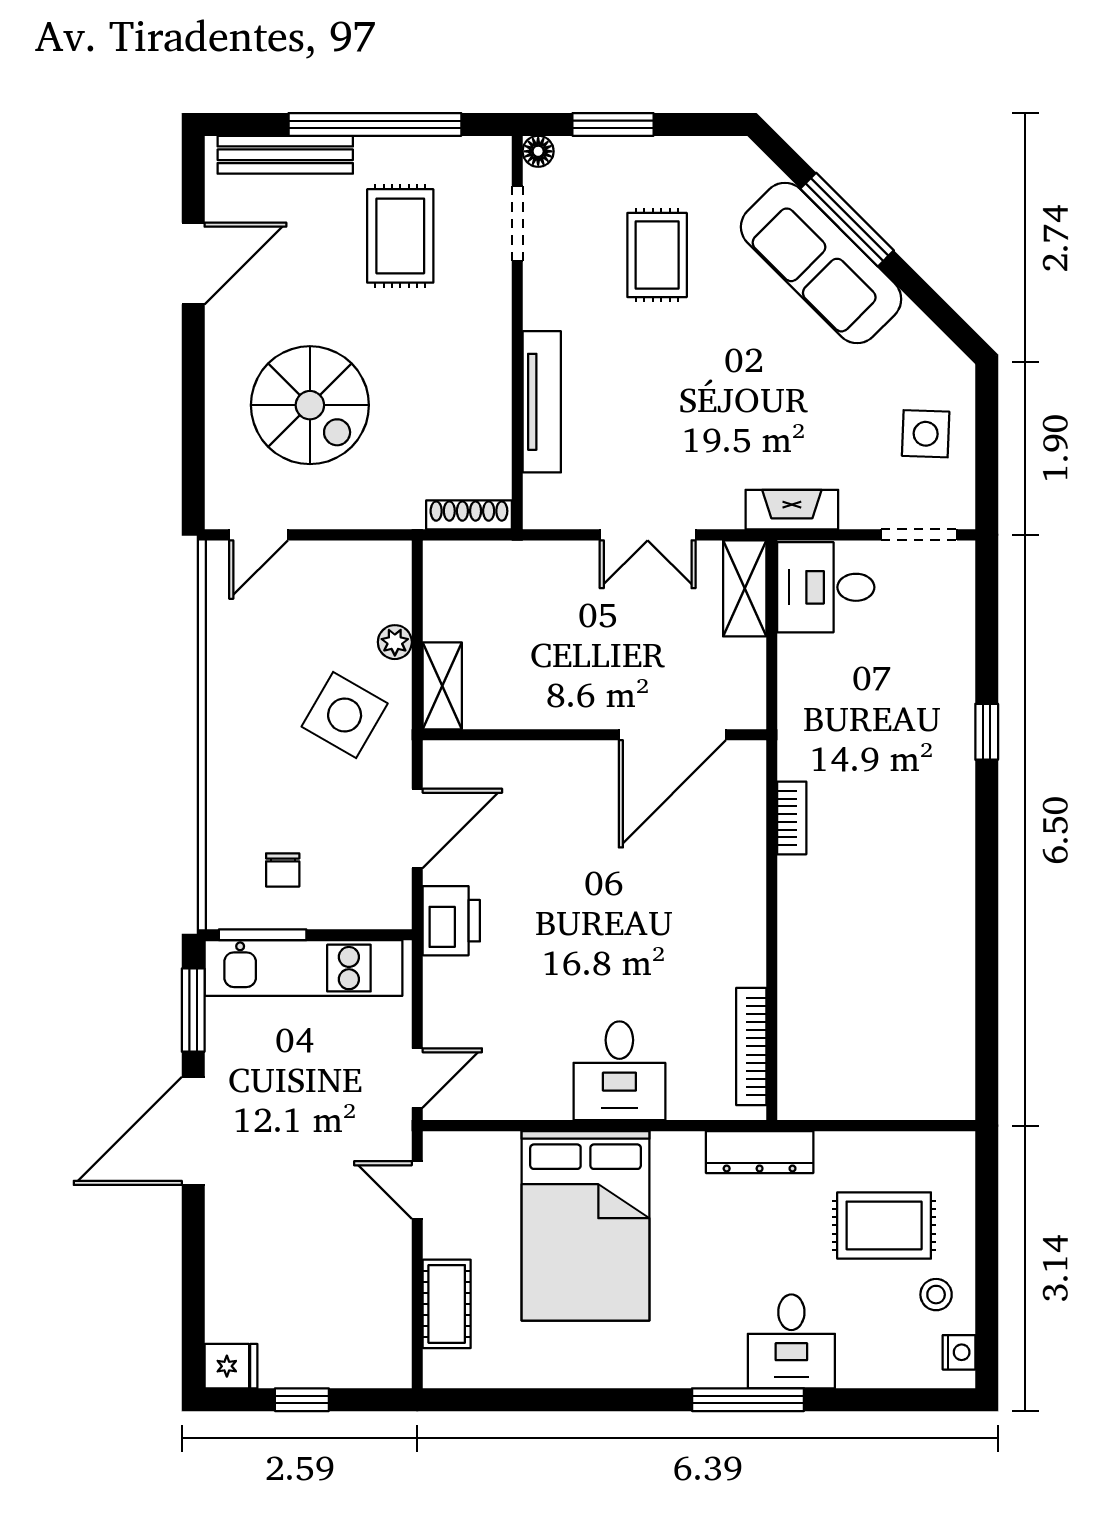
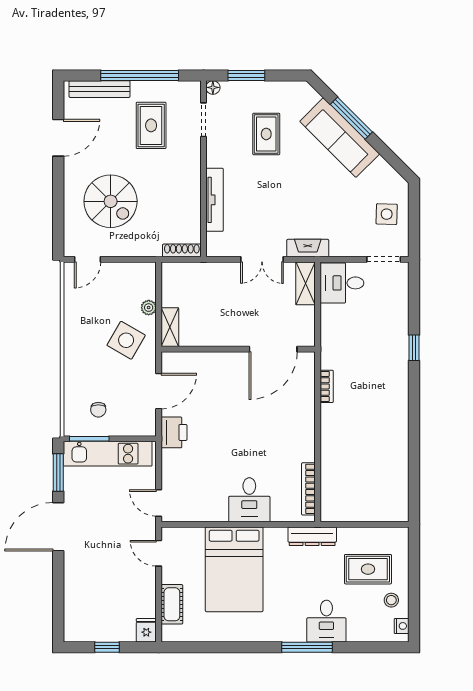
fireplace: (792, 510) -> (308, 248), moved
door: (417, 1078) -> (159, 503), swing flipped
fridge: (231, 1366) -> (146, 630), moved, turned -90

